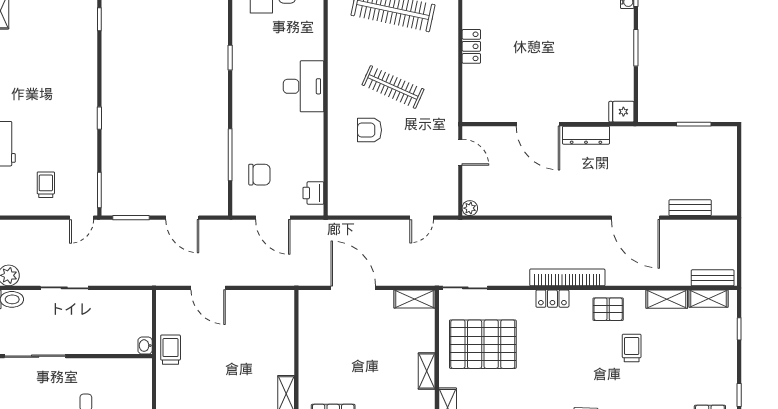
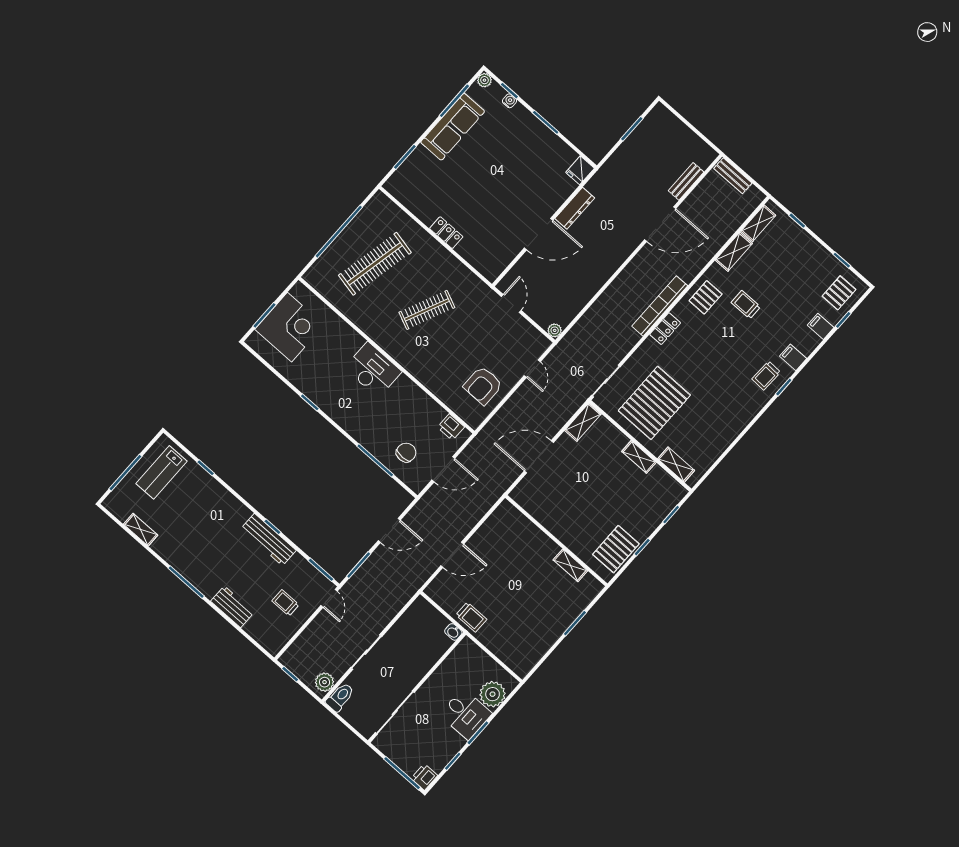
workbench: (86, 124) -> (268, 540), added
armchair: (370, 130) -> (483, 385), moved, width x1.38, depth x1.38
door: (460, 152) -> (511, 303), hinge flipped
bench: (713, 278) -> (733, 176), moved, turned 90
trolley: (171, 350) -> (471, 617), turned 180

